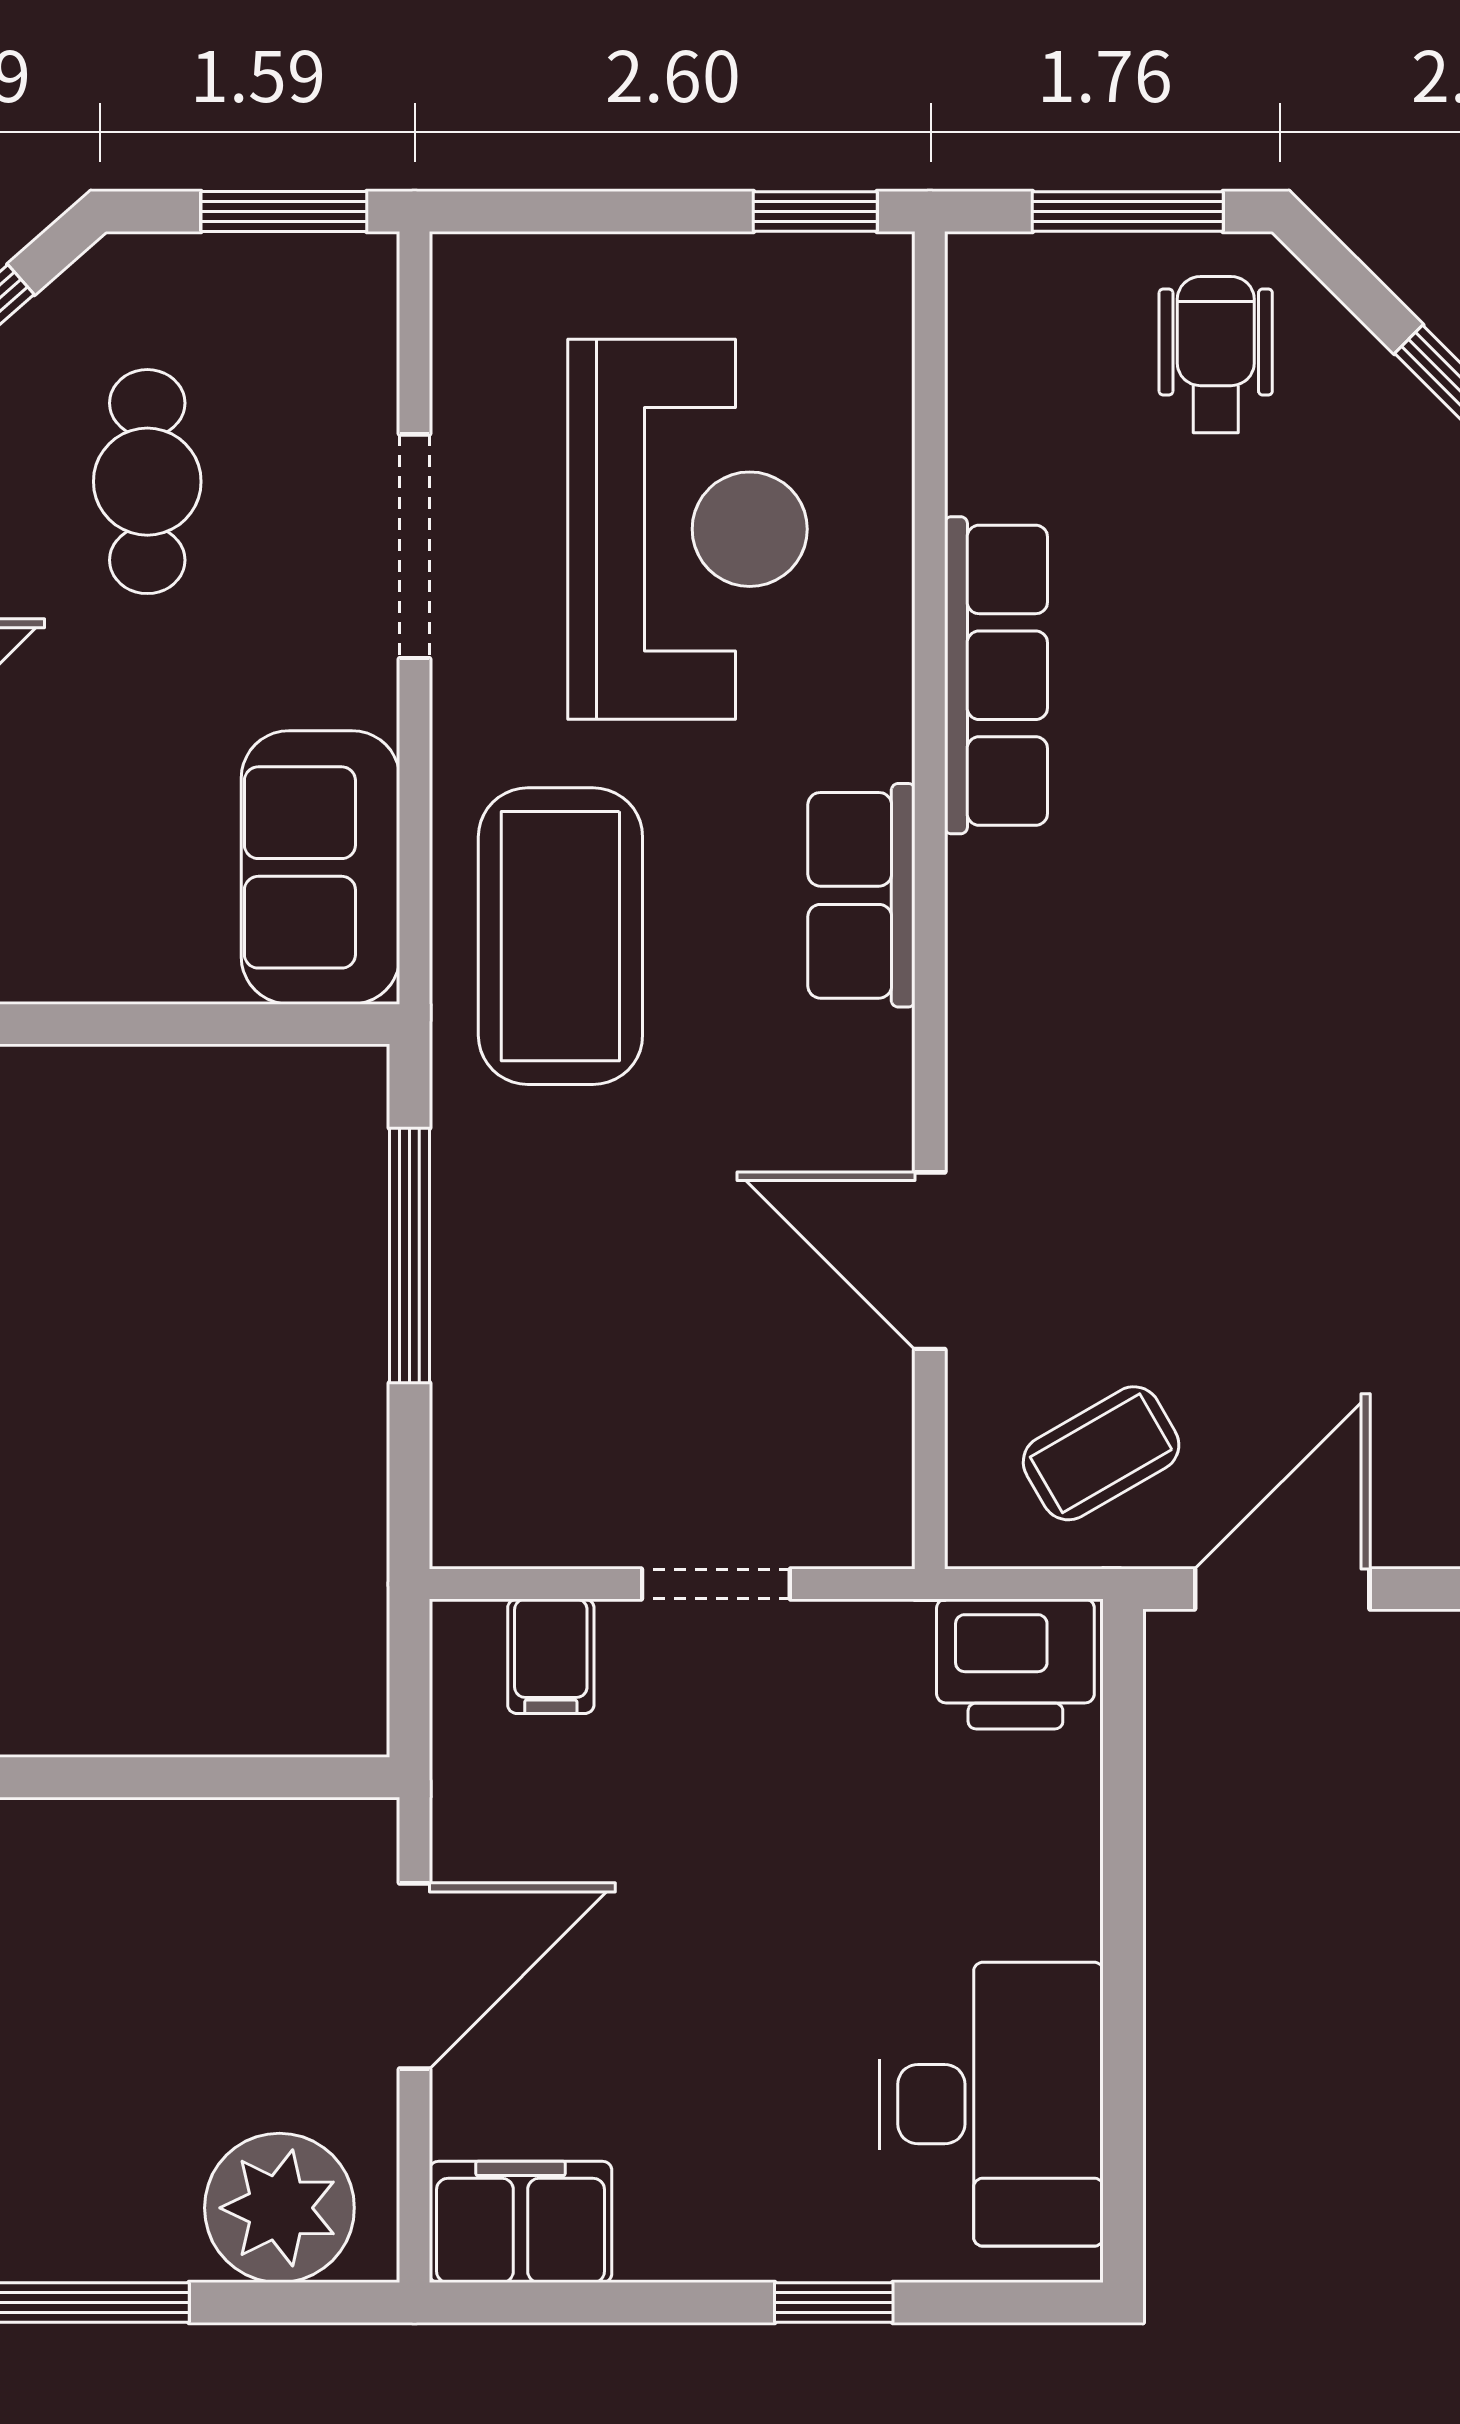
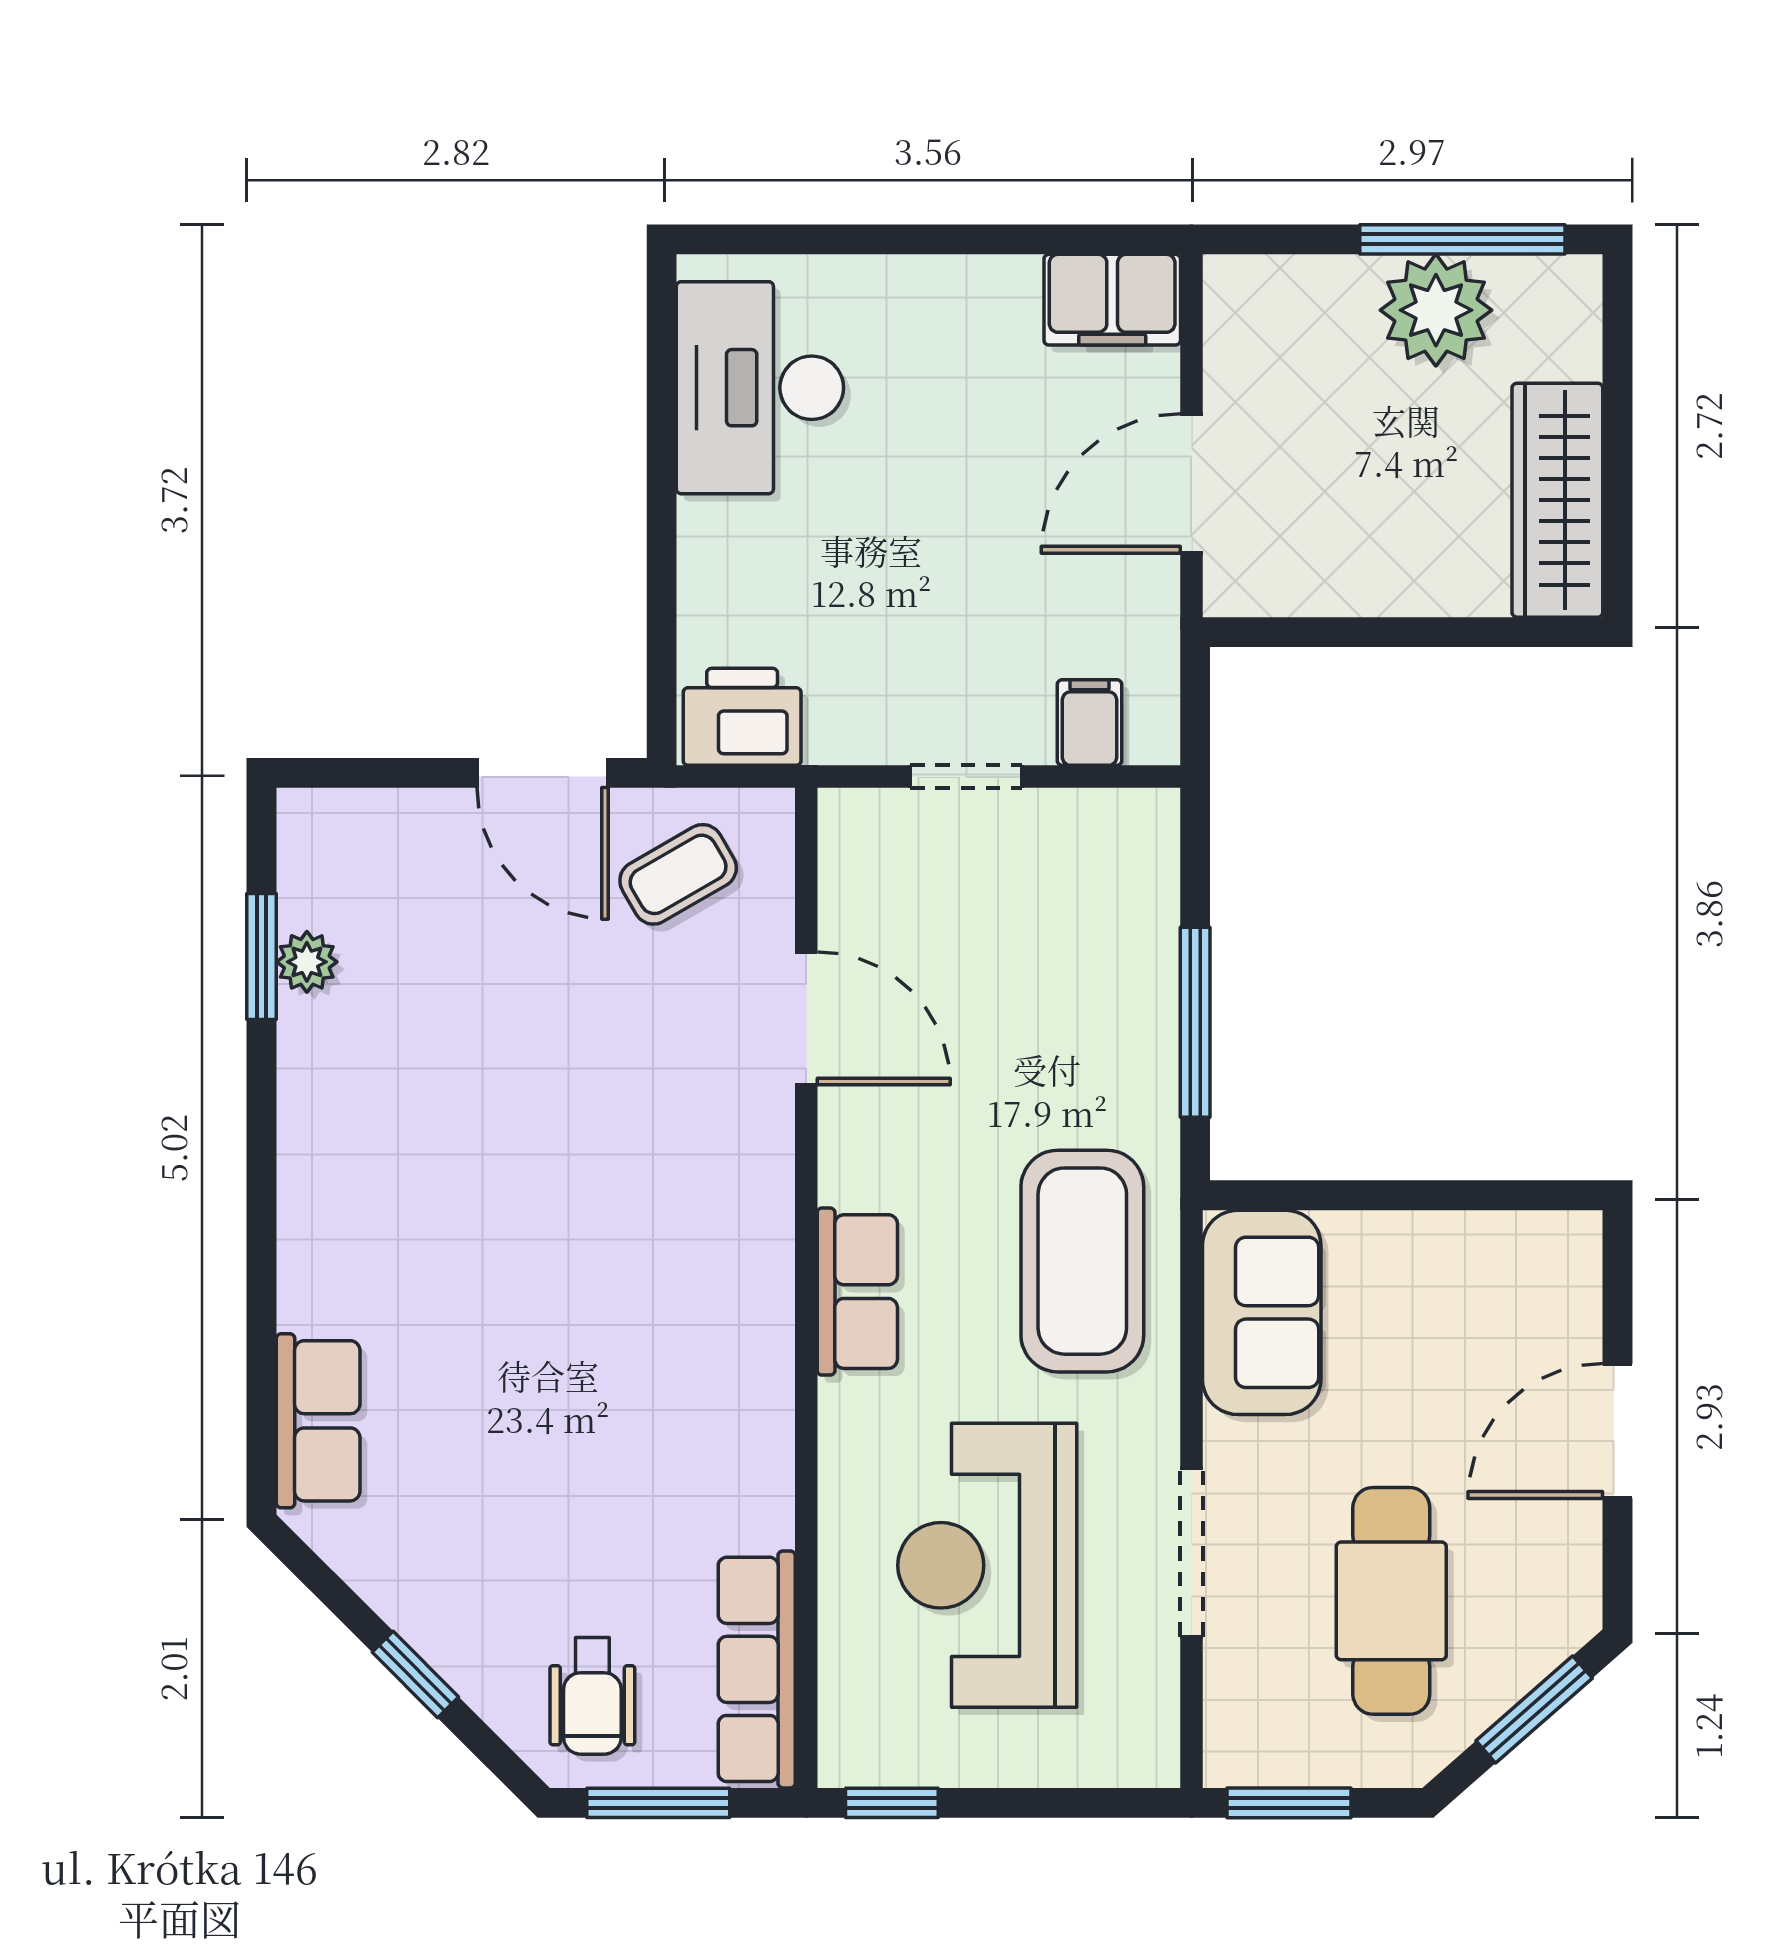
cafe table: (147, 482) -> (1391, 1601), width x1.37, depth x1.35
row of seats: (996, 675) -> (757, 1669), moved
door: (1282, 1589) -> (543, 773), hinge flipped
plant: (279, 2208) -> (1436, 310), moved
window: (834, 2303) -> (878, 239), removed

